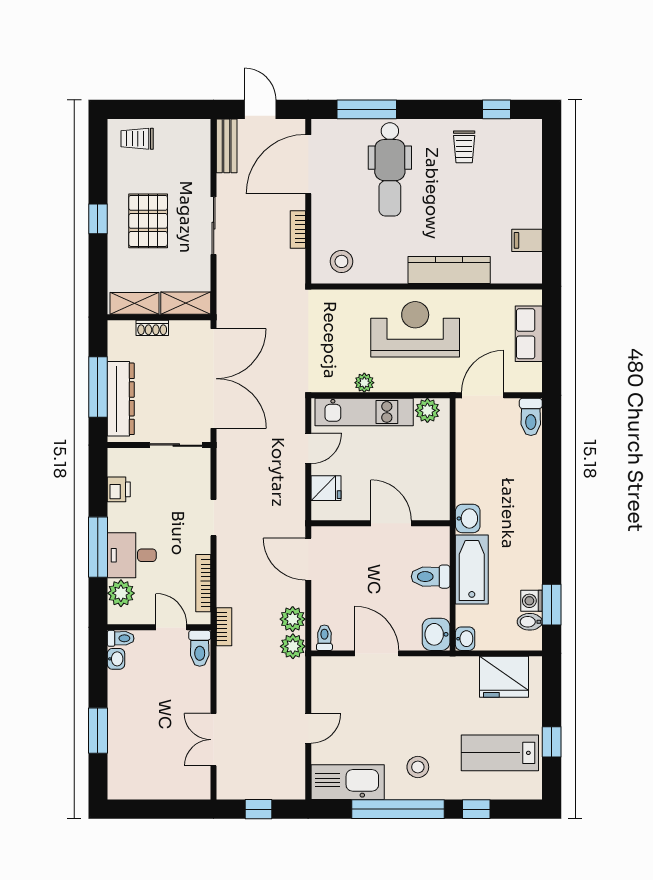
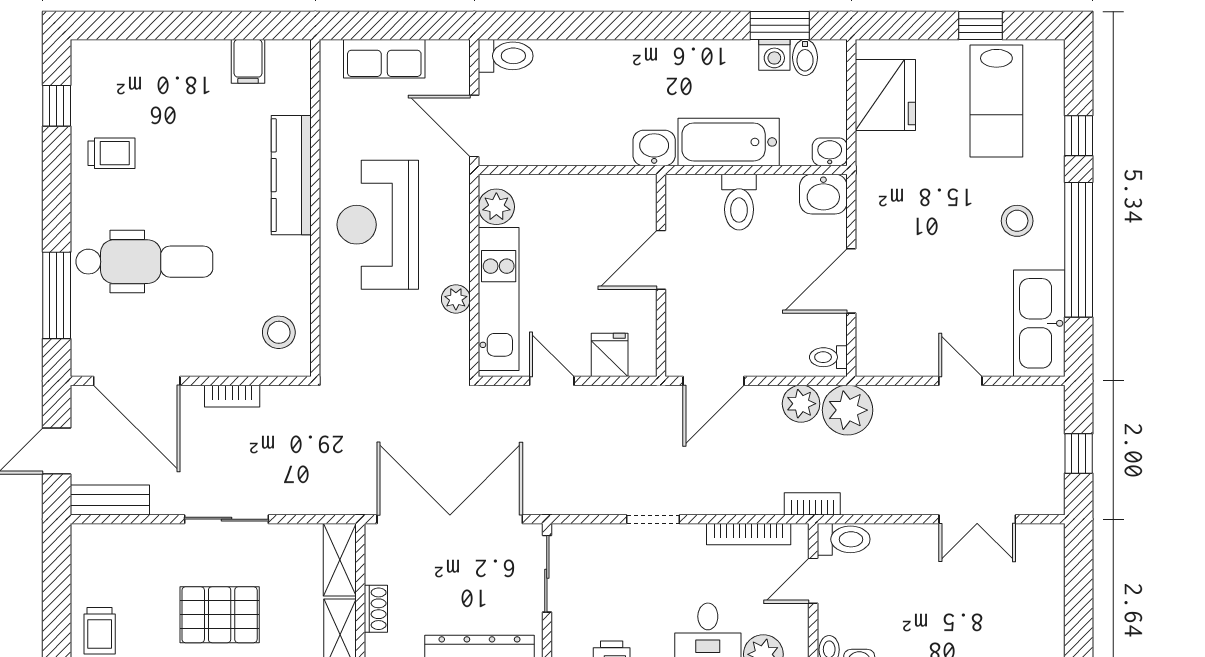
plant: (293, 646) -> (848, 410), width x1.36, depth x1.36

